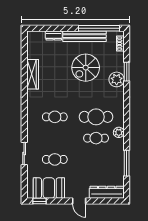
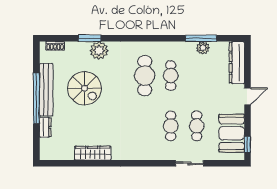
window: (99, 28) -> (36, 98), moved
cafe table: (55, 117) -> (171, 126), moved
plant: (119, 132) -> (203, 48), moved

